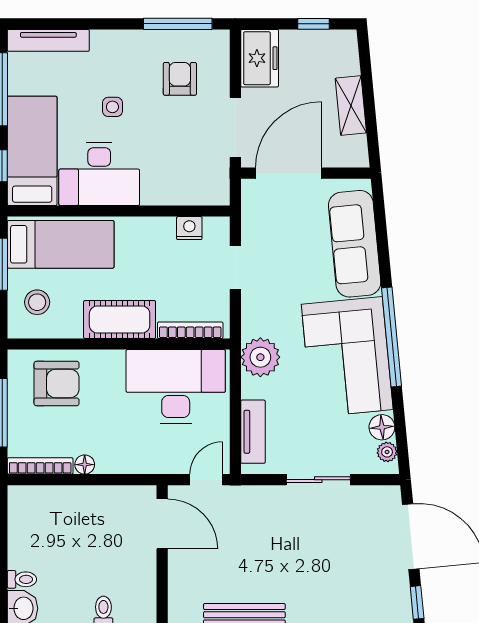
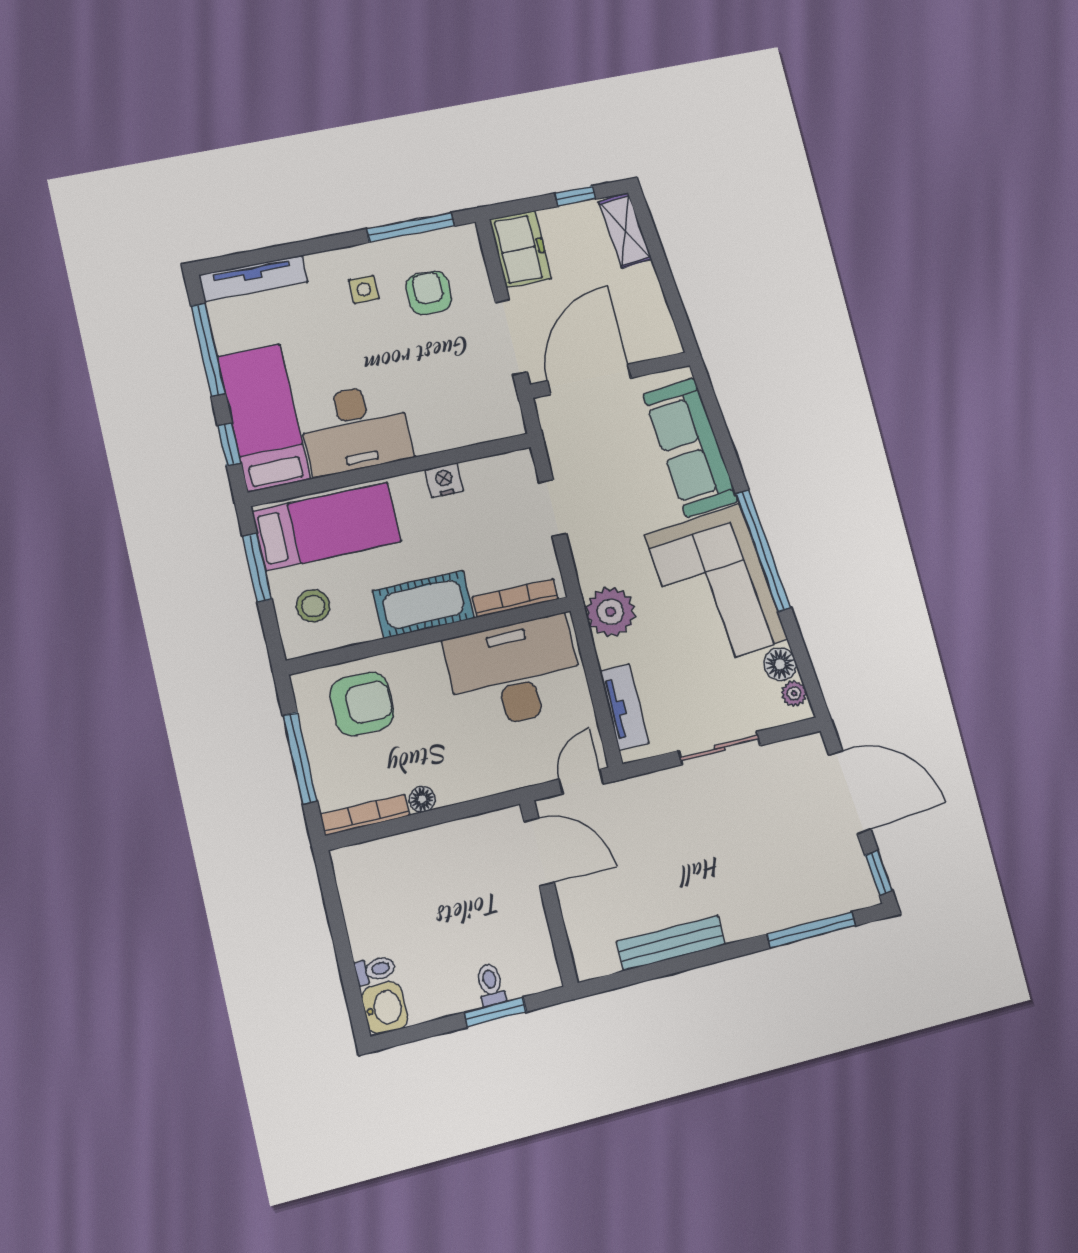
shelving: (351, 106) -> (625, 231), moved
side table: (112, 107) -> (364, 289), moved
nightstand: (189, 228) -> (444, 480), moved

